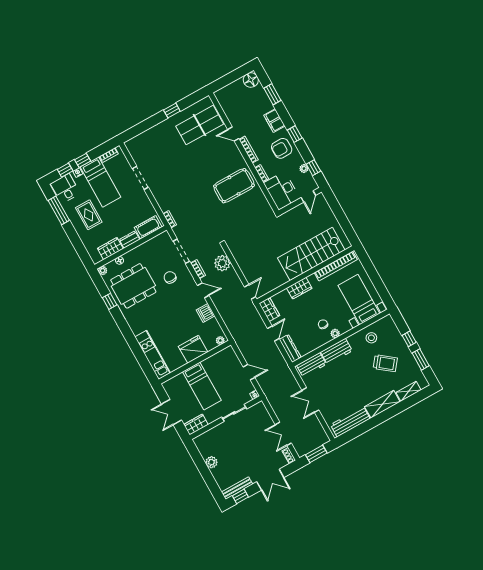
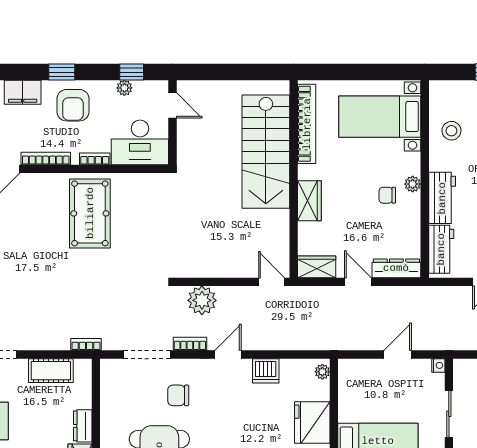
cot: (148, 227) -> (51, 371), moved, turned 90

